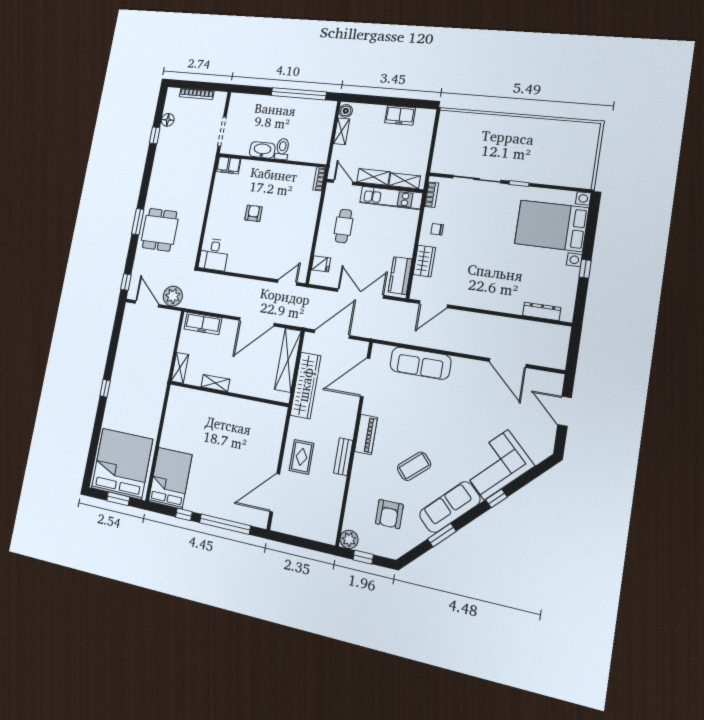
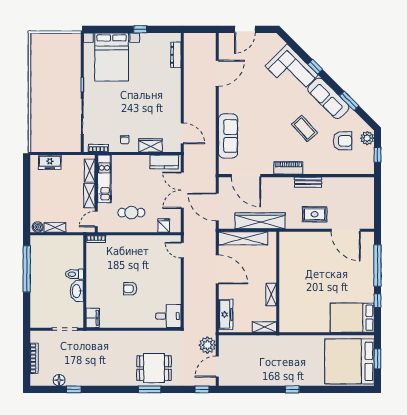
freezer: (400, 115) -> (50, 162), moved, turned 90
plant: (349, 539) -> (367, 138), moved

